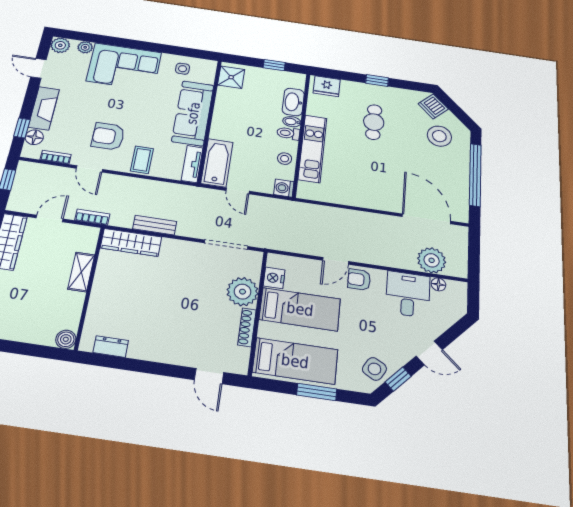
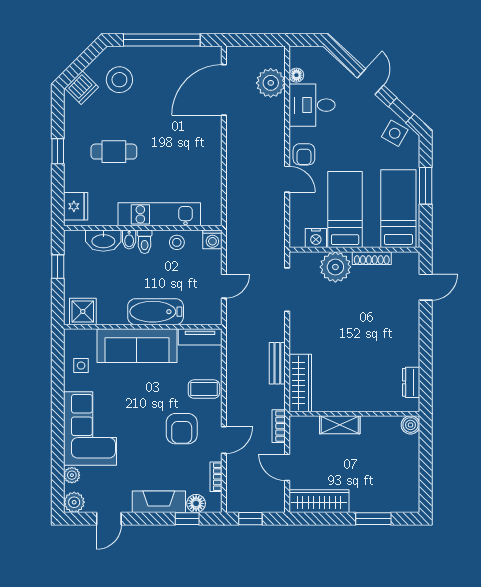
bathtub: (217, 163) -> (156, 312), moved

